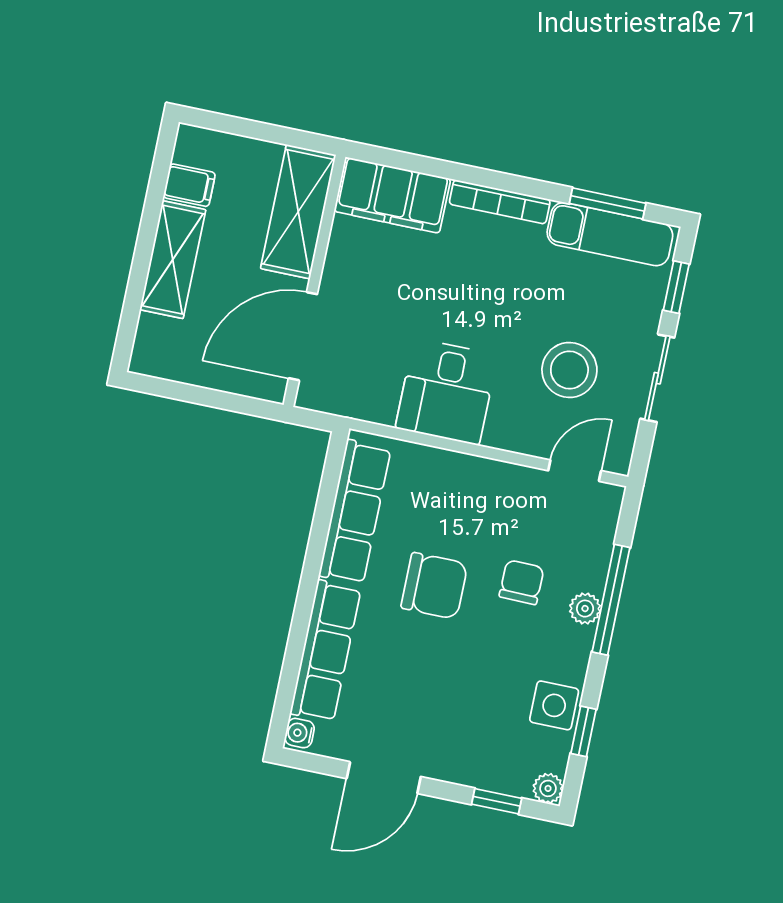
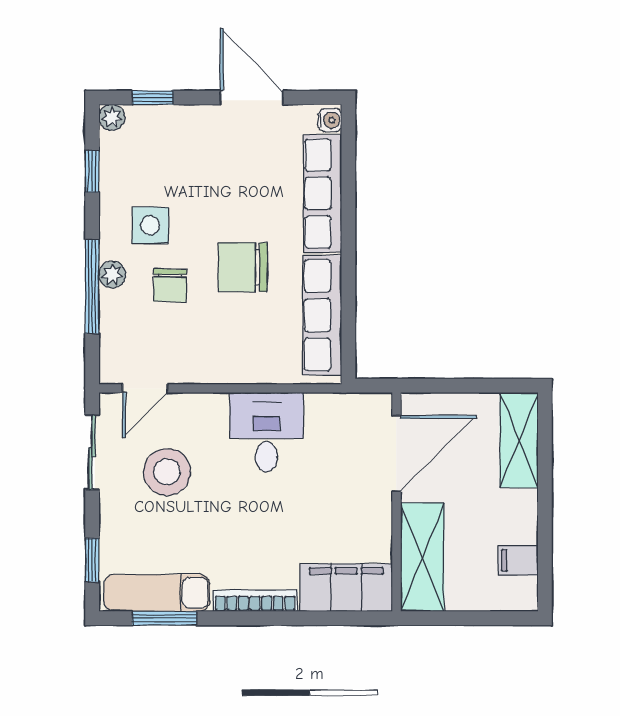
shelving: (173, 260) -> (519, 440), moved
sliding door: (657, 378) -> (92, 452), moved
side table: (554, 705) -> (150, 225), moved
door: (384, 778) -> (251, 98), hinge flipped

